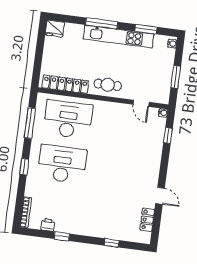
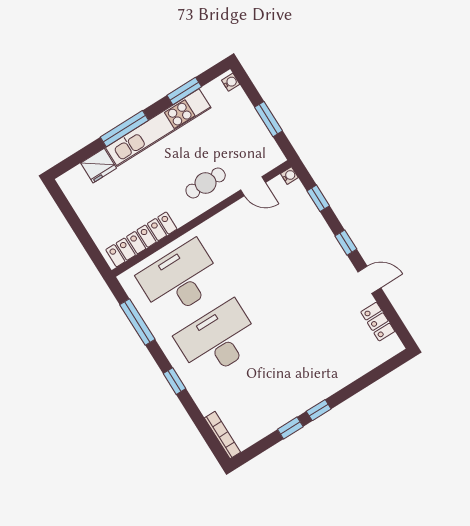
fridge: (55, 28) -> (99, 166), moved
cafe table: (108, 85) -> (206, 183), moved
window: (164, 168) -> (346, 243), added
printer: (48, 225) -> (262, 428), removed
window: (112, 243) -> (319, 410), moved

